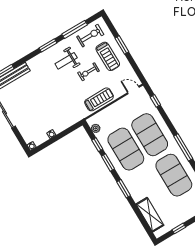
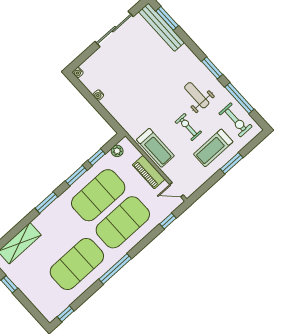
door: (133, 90) -> (176, 190), swing flipped
piano: (116, 108) -> (149, 172), added

